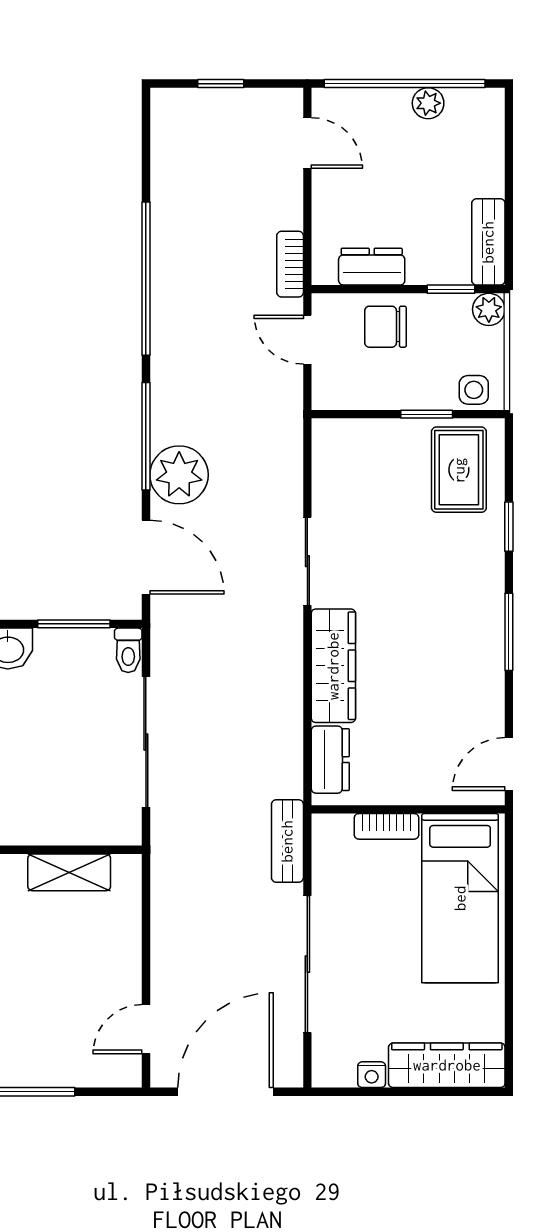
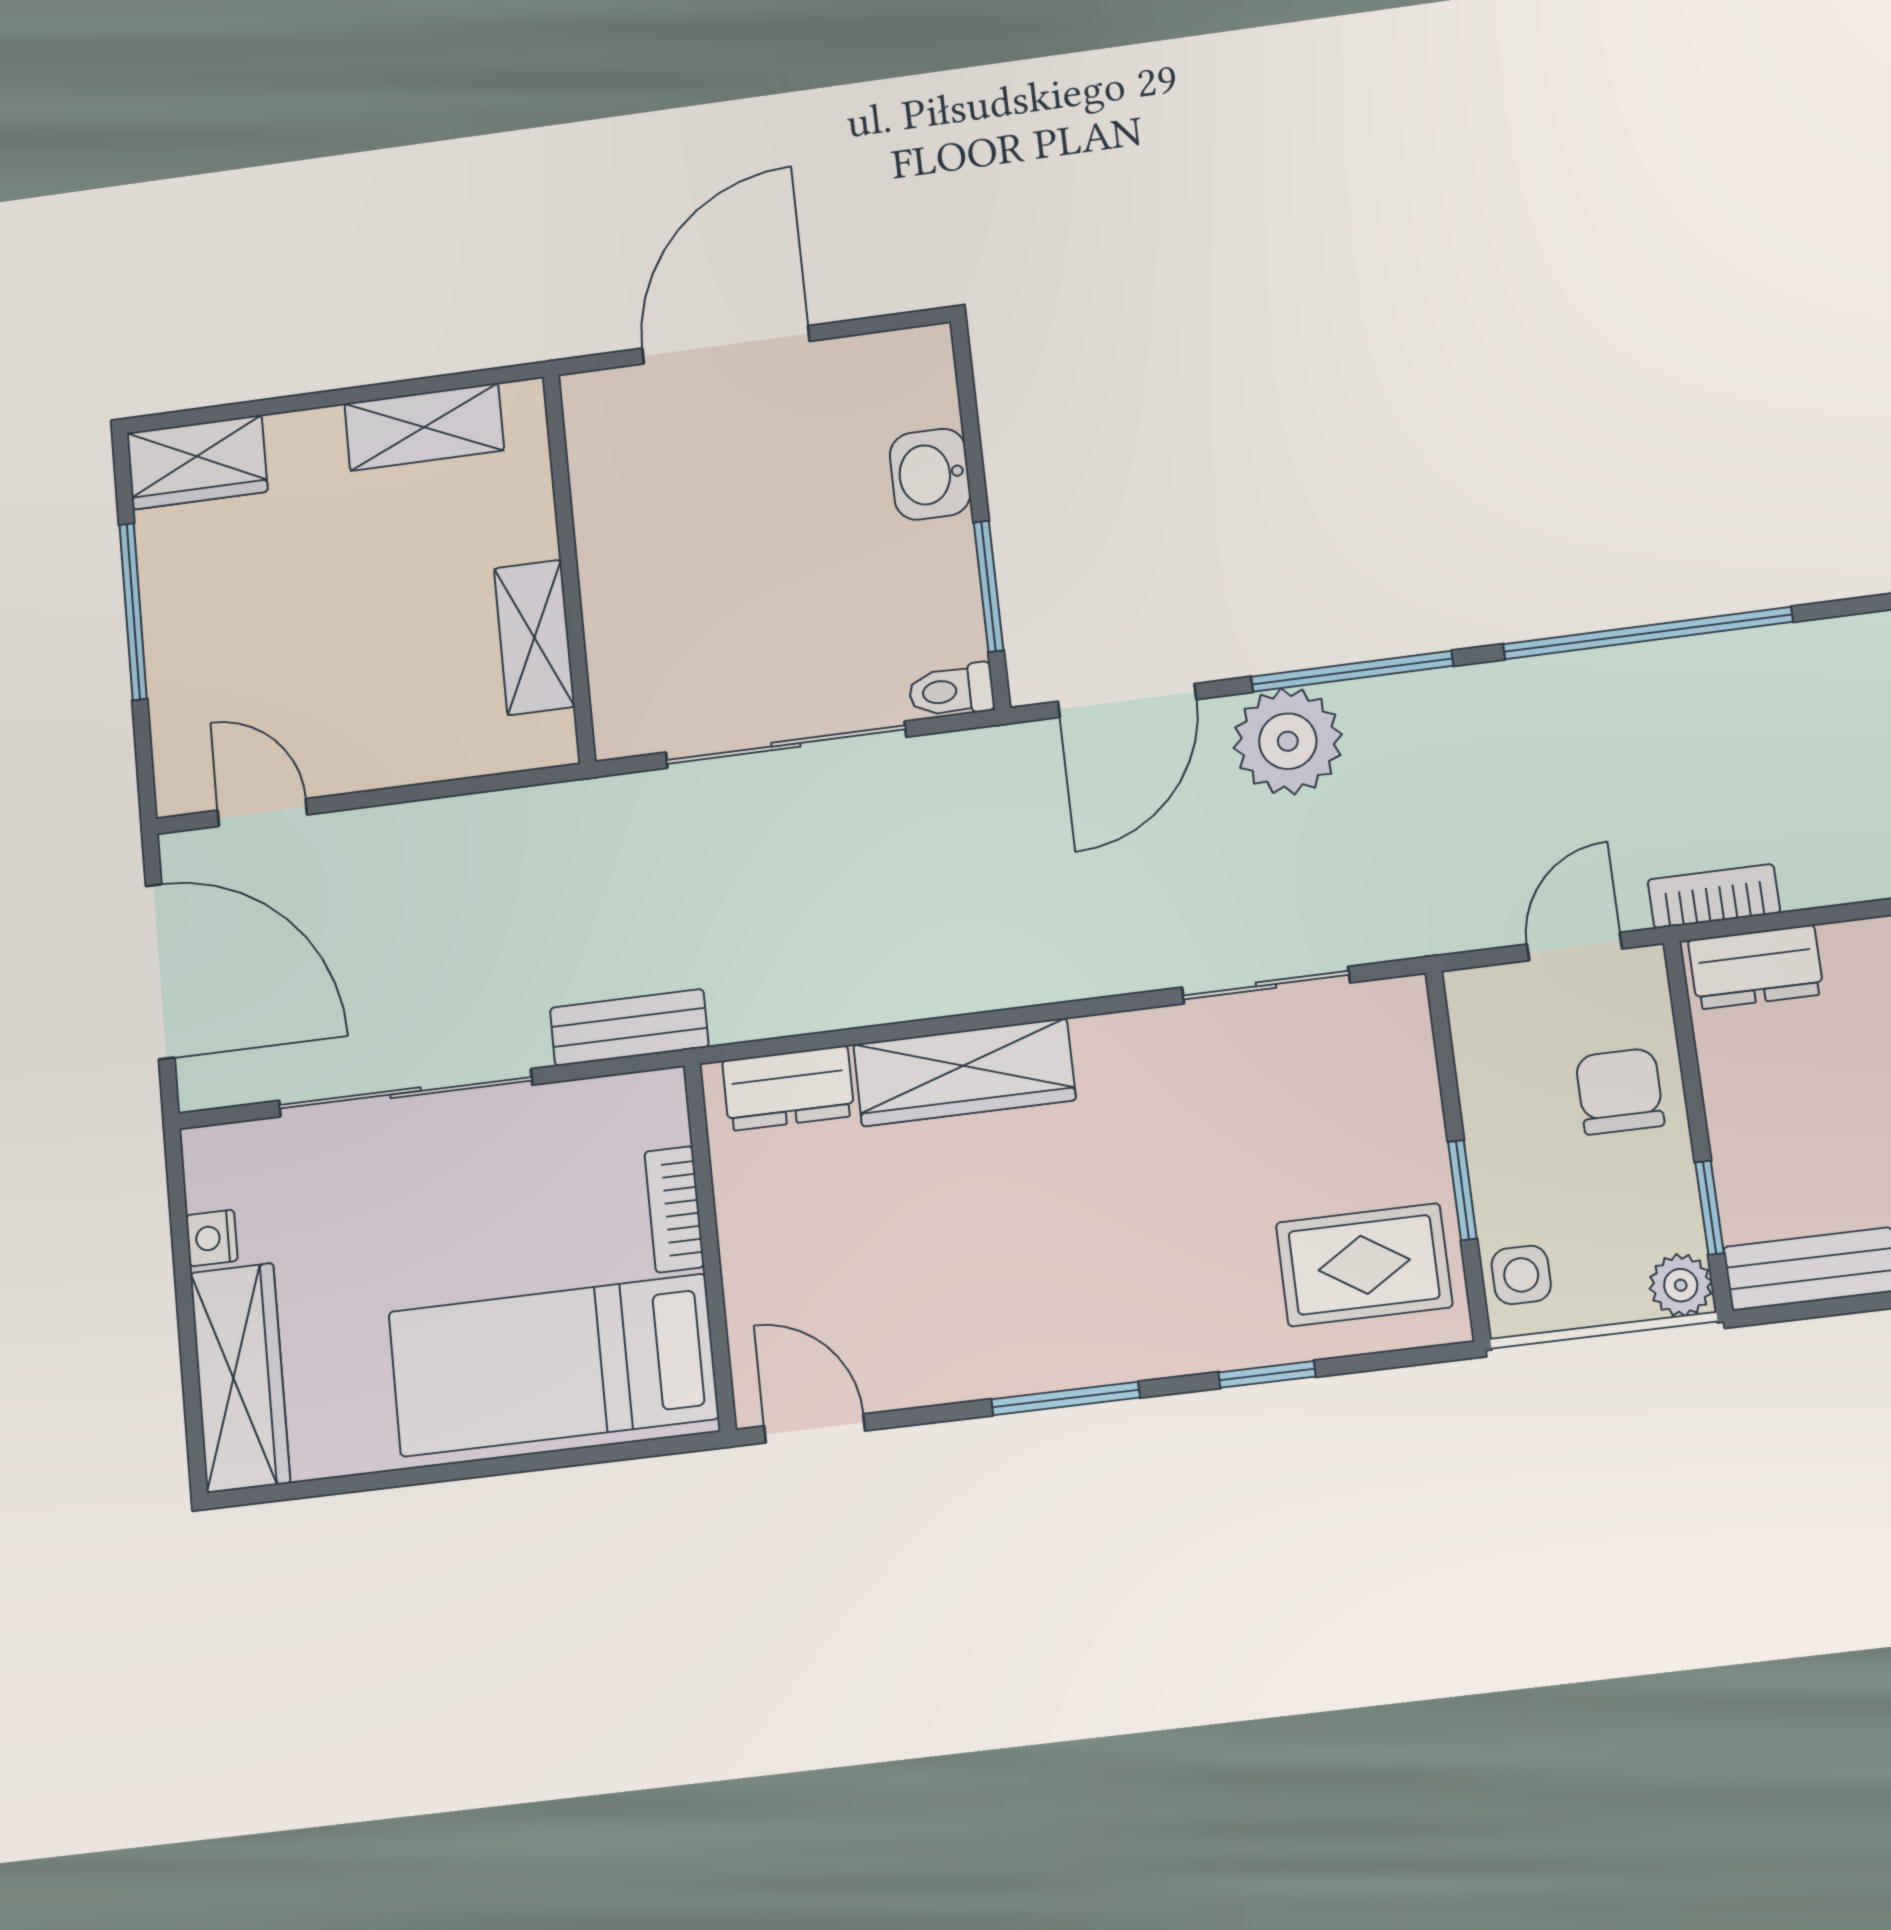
dresser: (372, 267) -> (1756, 967), moved, turned 90
sliding door: (307, 561) -> (1266, 985), moved

